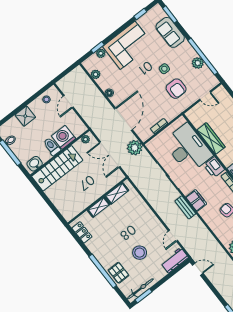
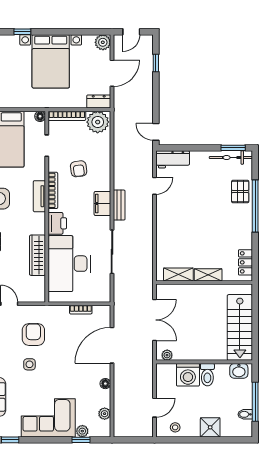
plant: (135, 148) -> (123, 307), removed
stairs: (57, 168) -> (240, 327), moved, turned -90
stool: (140, 253) -> (202, 195), removed

